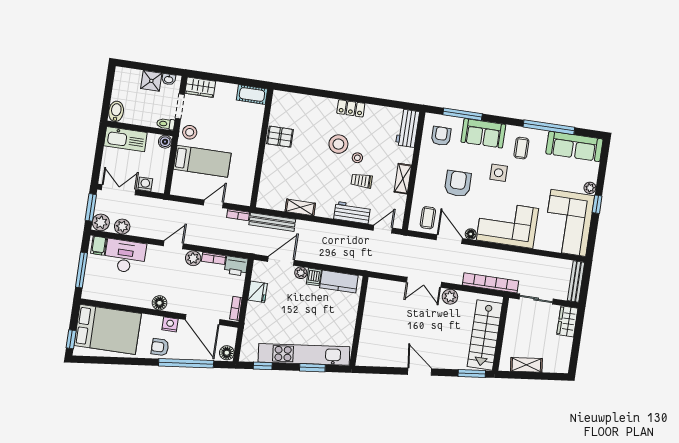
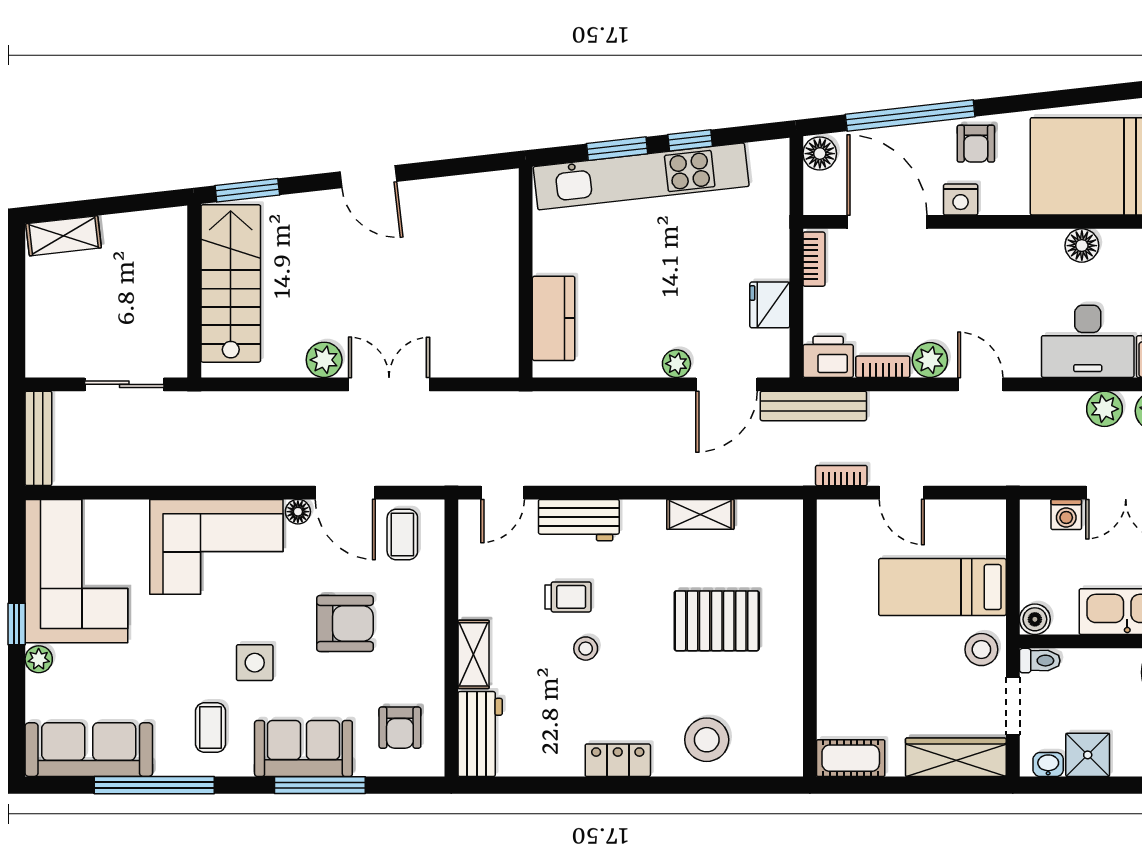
wardrobe: (200, 87) -> (956, 757), width x1.50
window: (463, 114) -> (320, 785), moved
pallet: (280, 137) -> (717, 621), moved, width x1.50, depth x1.42
stool: (338, 144) -> (707, 740), moved
shelving: (403, 179) -> (474, 654), moved
armchair: (458, 184) -> (345, 624), turned -90
door: (213, 204) -> (902, 493), hinge flipped
bench: (272, 222) -> (813, 406), moved
door: (173, 245) -> (980, 384), swing flipped
dishwasher: (314, 277) -> (645, 359), removed
kitchen counter: (339, 282) -> (554, 318), moved, turned 90
bookcase: (491, 283) -> (235, 406), removed
floor lamp: (159, 303) -> (1082, 246), moved
wardrobe: (567, 321) -> (45, 344), removed
armchair: (160, 347) -> (976, 144), turned 90
shelving: (526, 365) -> (64, 236), moved
window: (263, 366) -> (690, 140), moved

